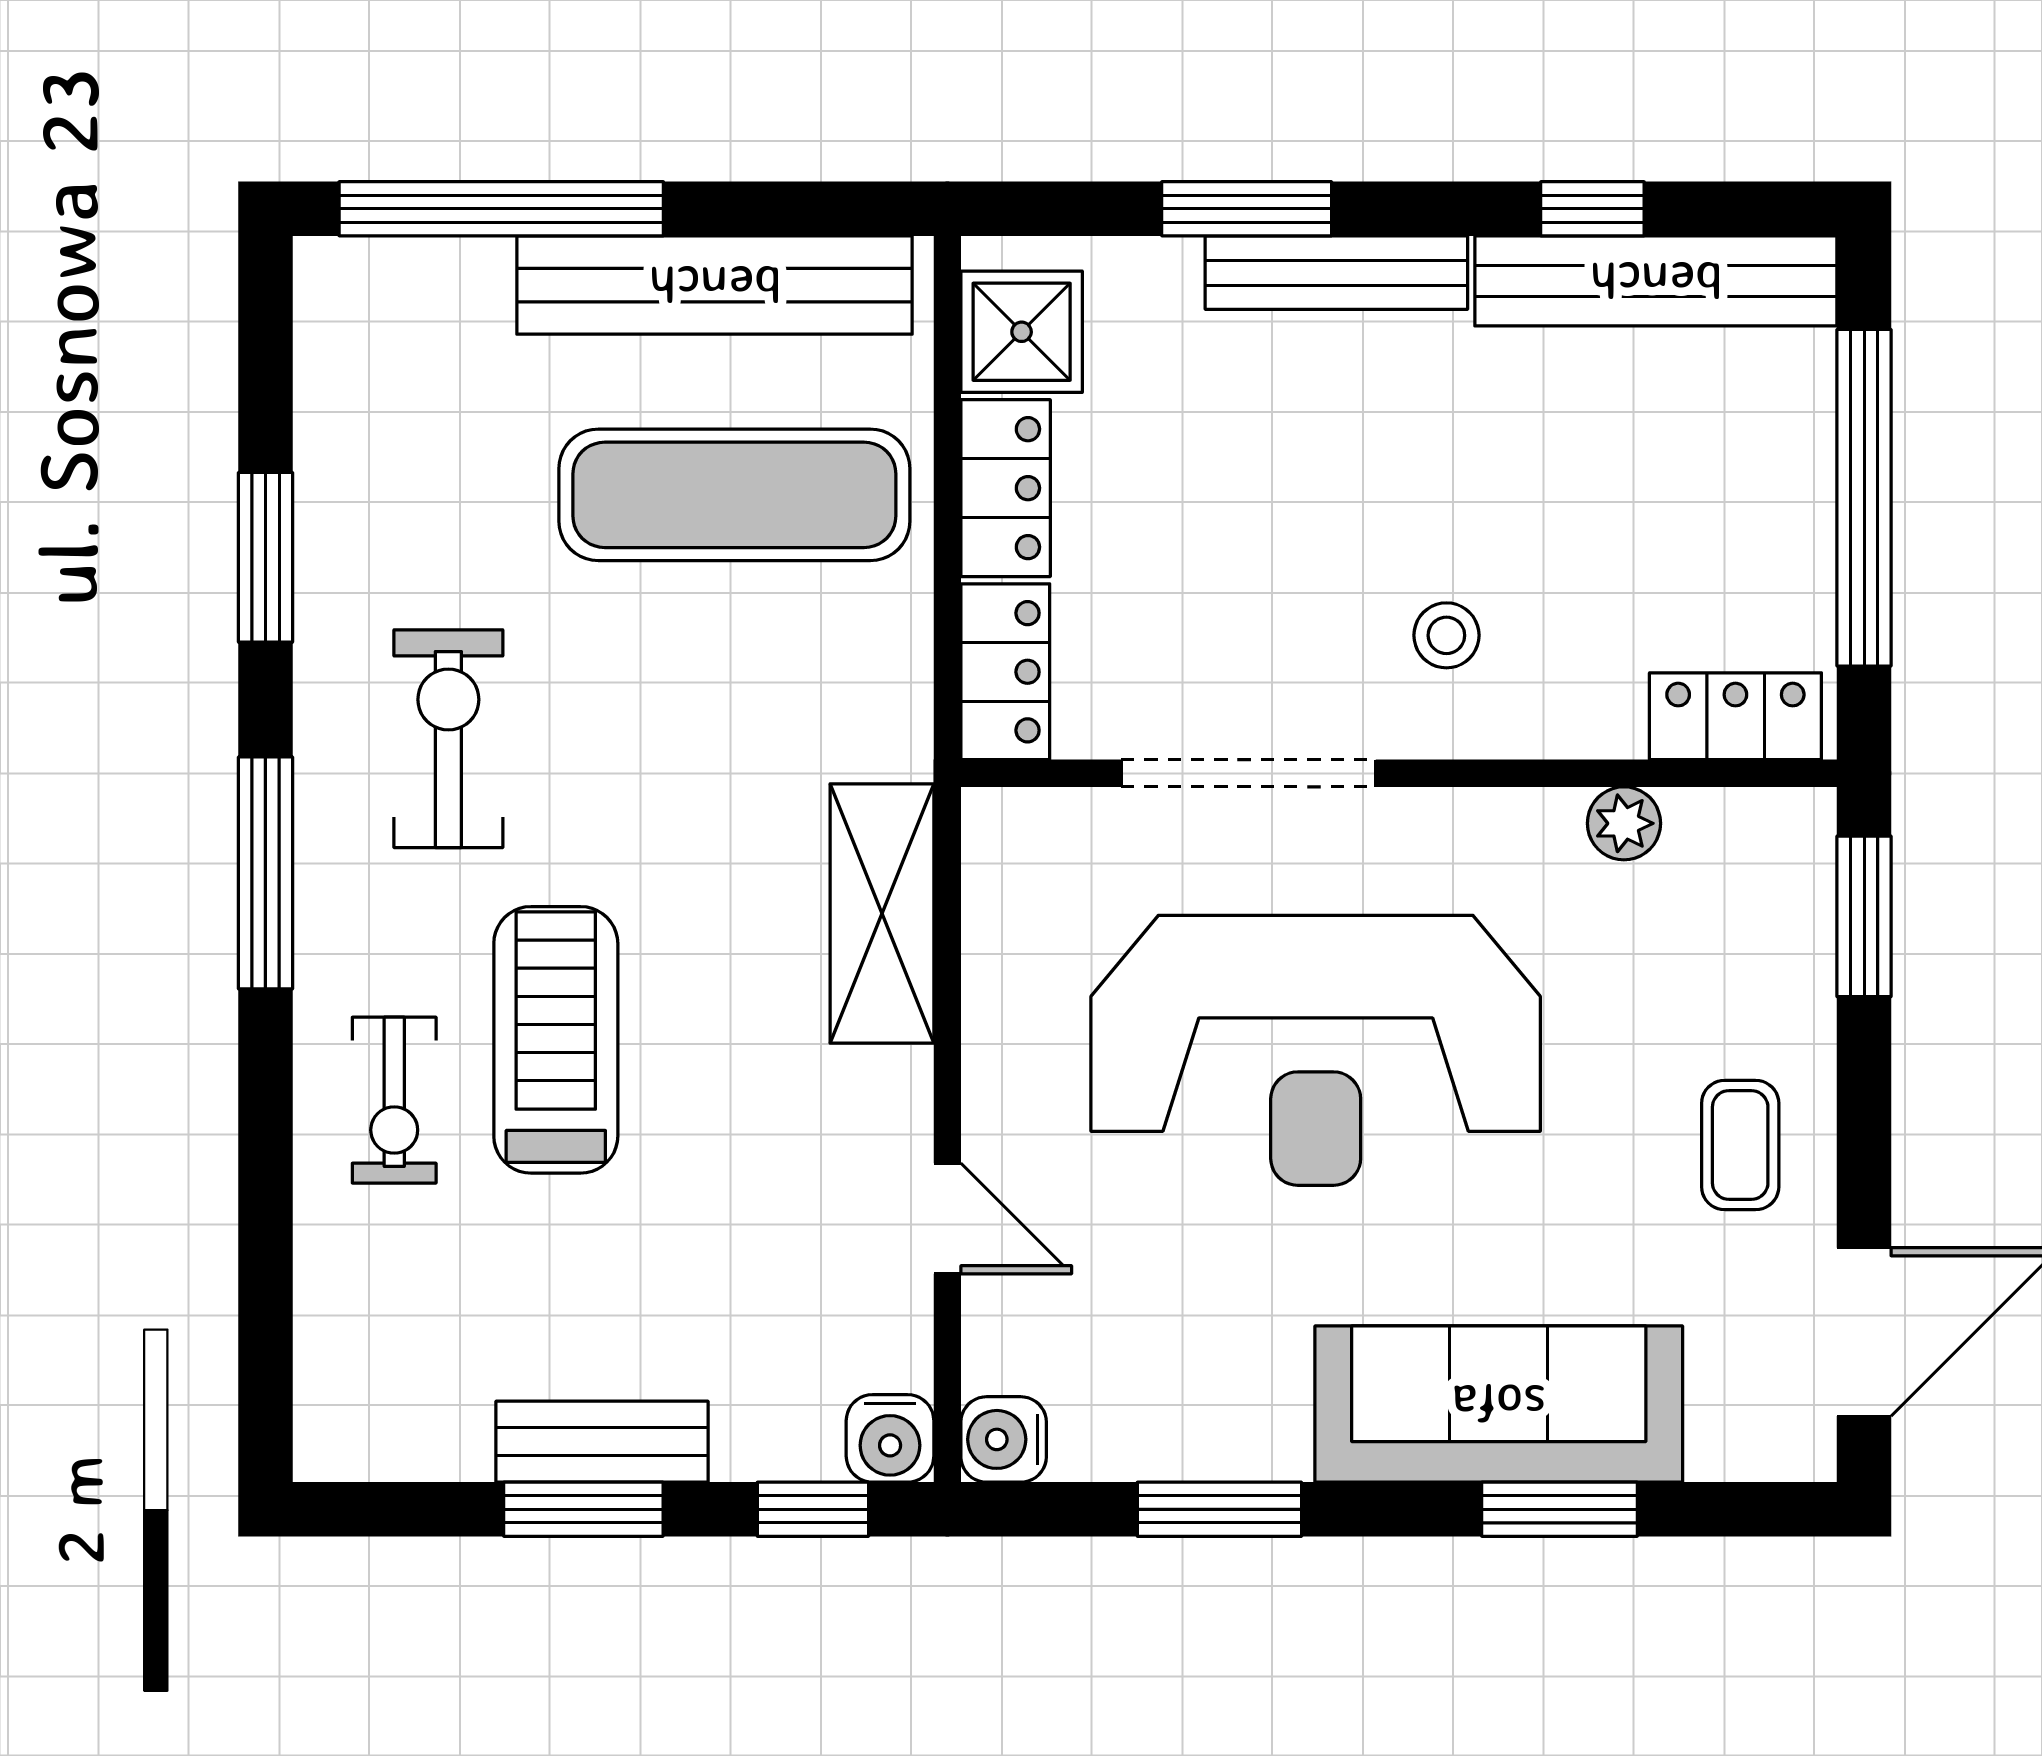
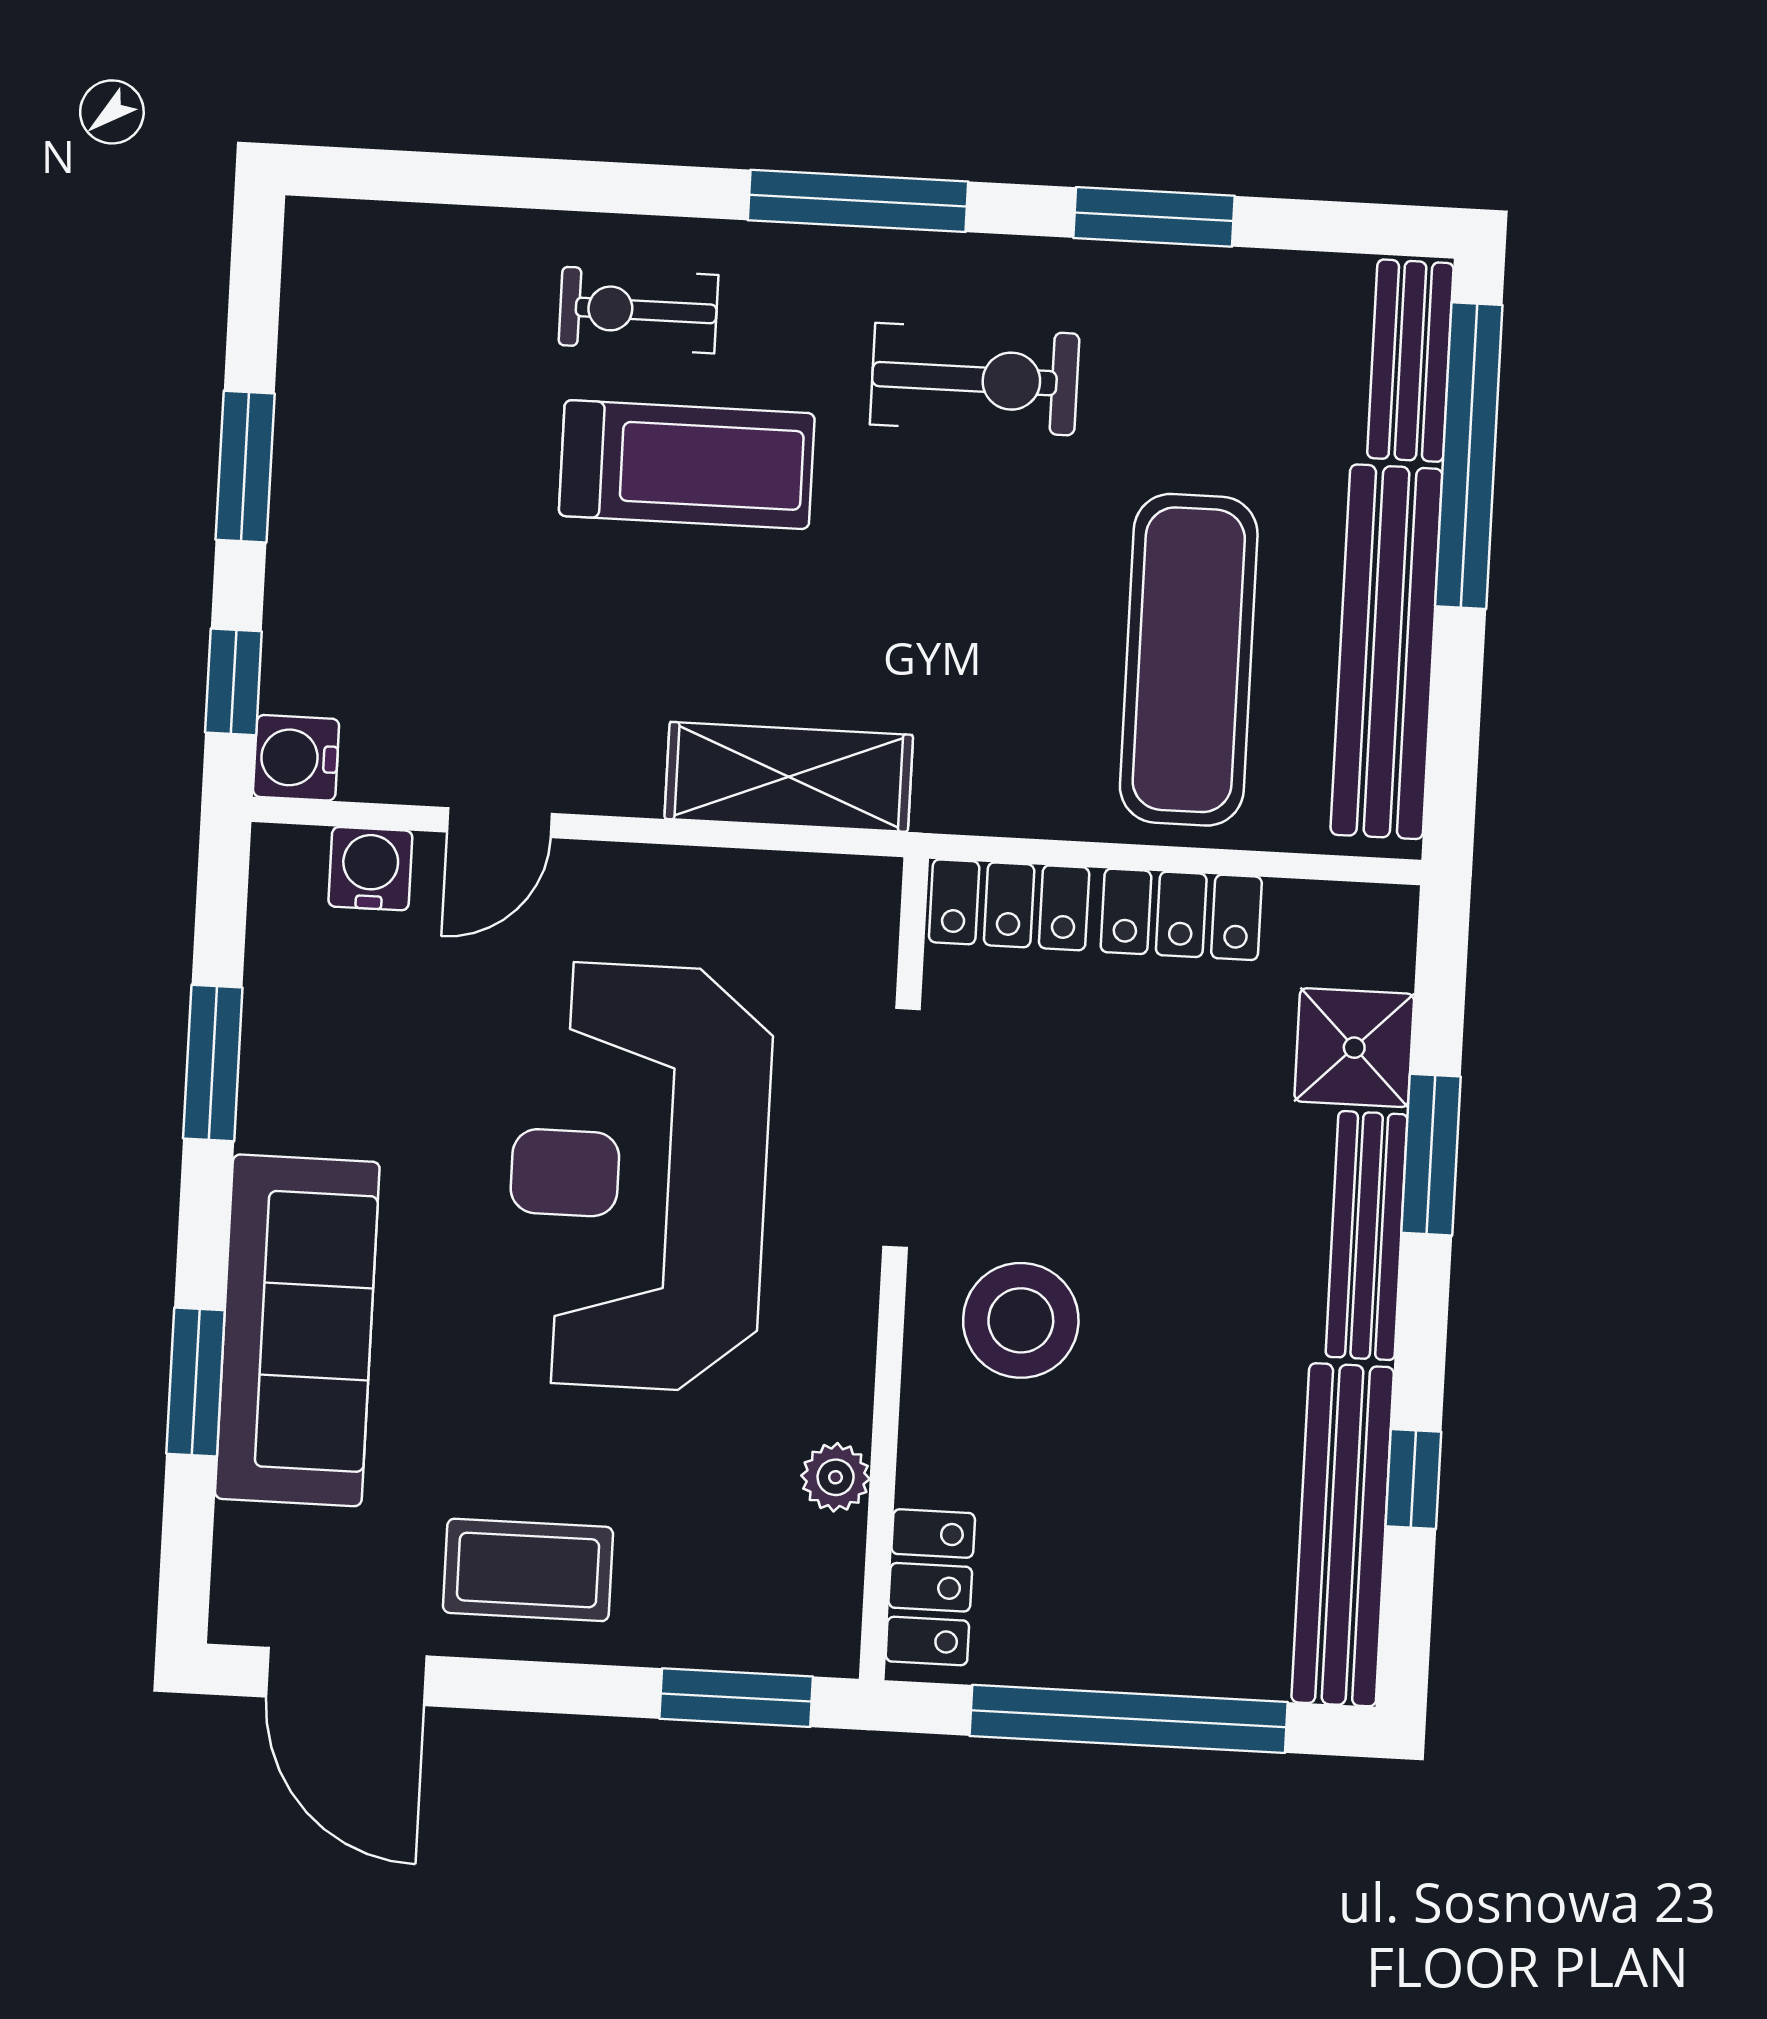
shower: (1022, 332) -> (1354, 1048), moved
stool: (1446, 635) -> (1021, 1320), width x1.89, depth x1.89
coffee table: (1740, 1145) -> (528, 1570), width x1.36, depth x1.30
water cooler: (1004, 1439) -> (370, 869), moved
bench: (602, 1442) -> (1410, 361), moved

